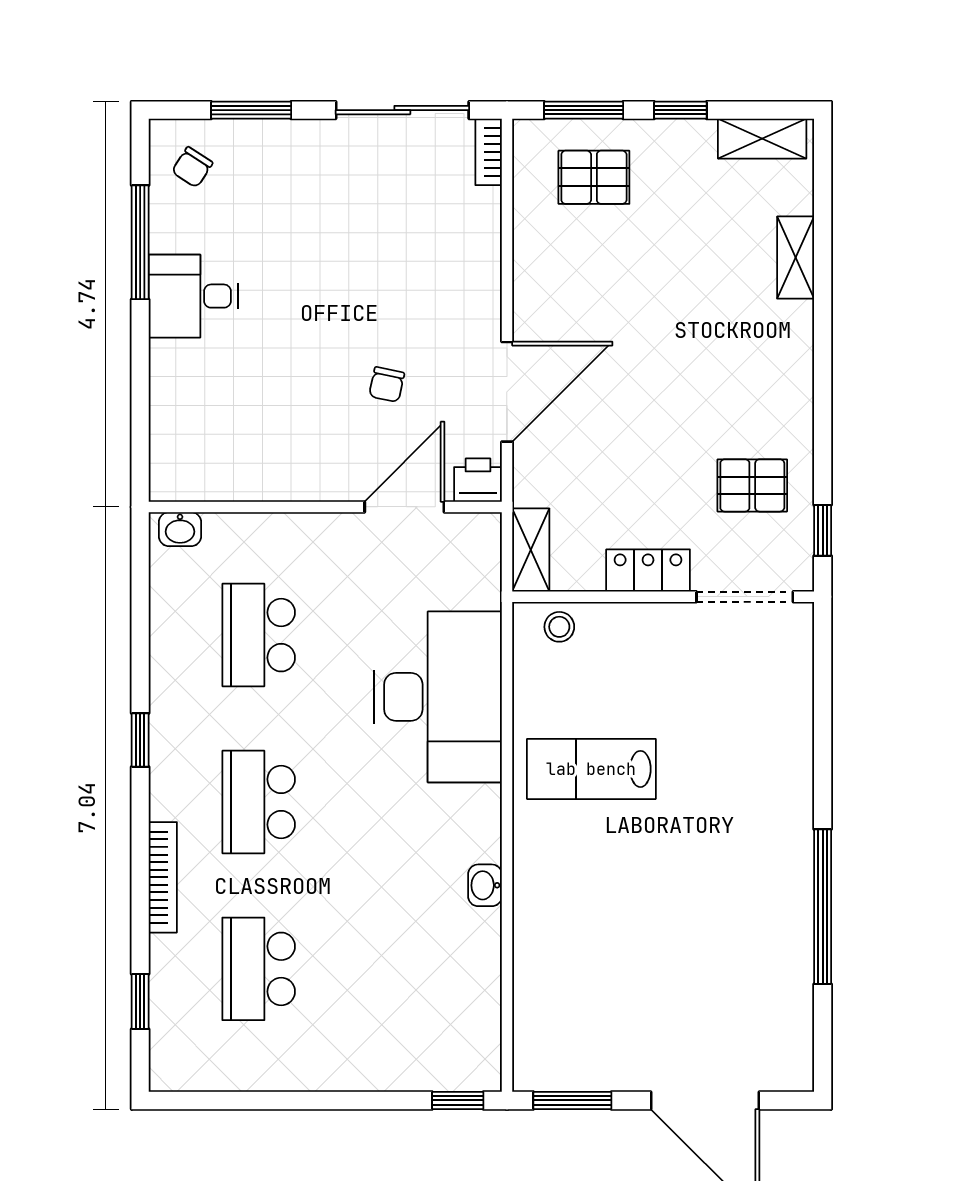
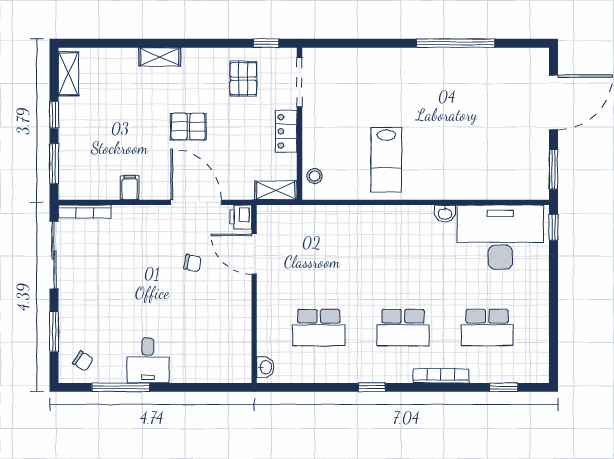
bookcase: (489, 152) -> (85, 212), width x1.56
pallet: (594, 177) -> (188, 127), moved, turned 90
shelving: (796, 258) -> (160, 57), moved
filing cabinet: (536, 260) -> (130, 188), added
desk: (438, 697) -> (500, 237), moved

